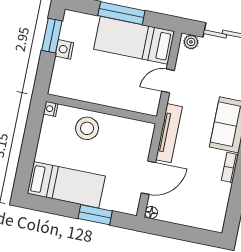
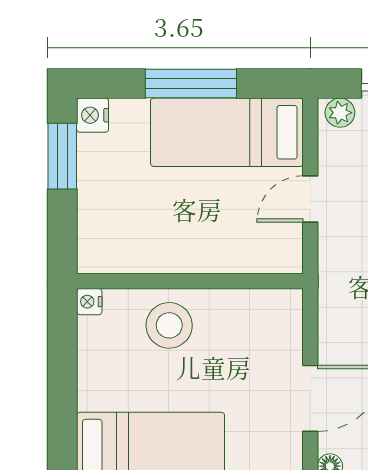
nightstand: (64, 49) -> (93, 115), moved
tv unit: (169, 133) -> (333, 302), removed

